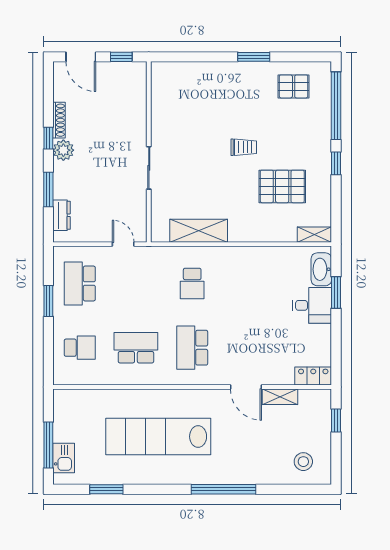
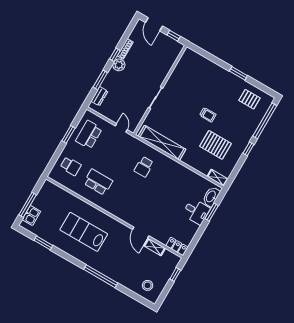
shelving: (199, 231) -> (162, 143), width x1.47
school desk: (192, 348) -> (126, 198), removed
lab bench: (158, 437) -> (84, 232), width x0.73

